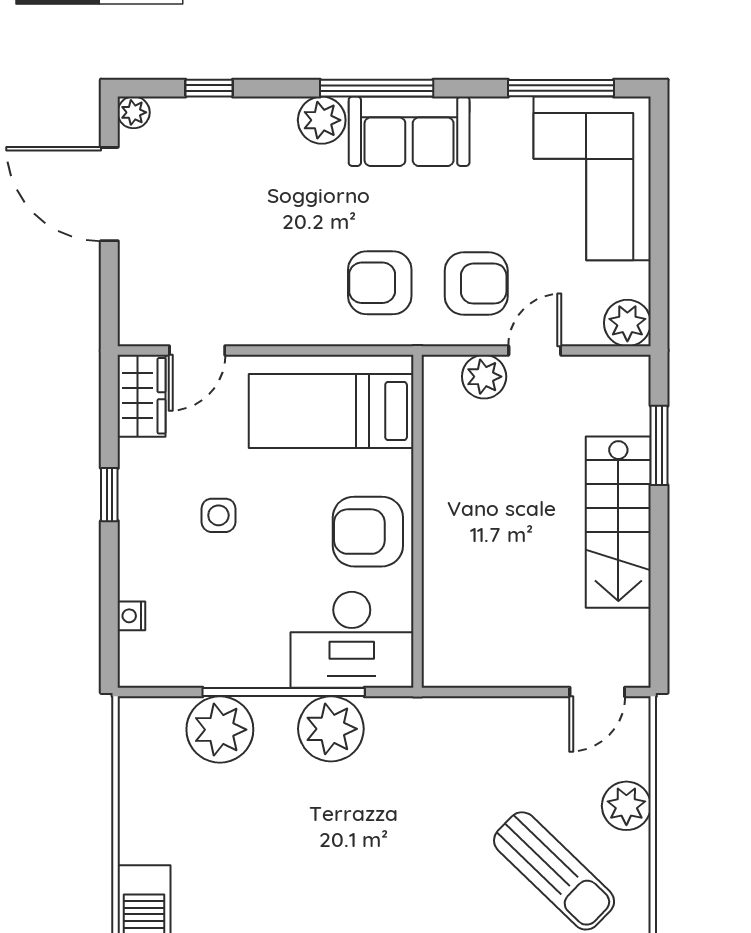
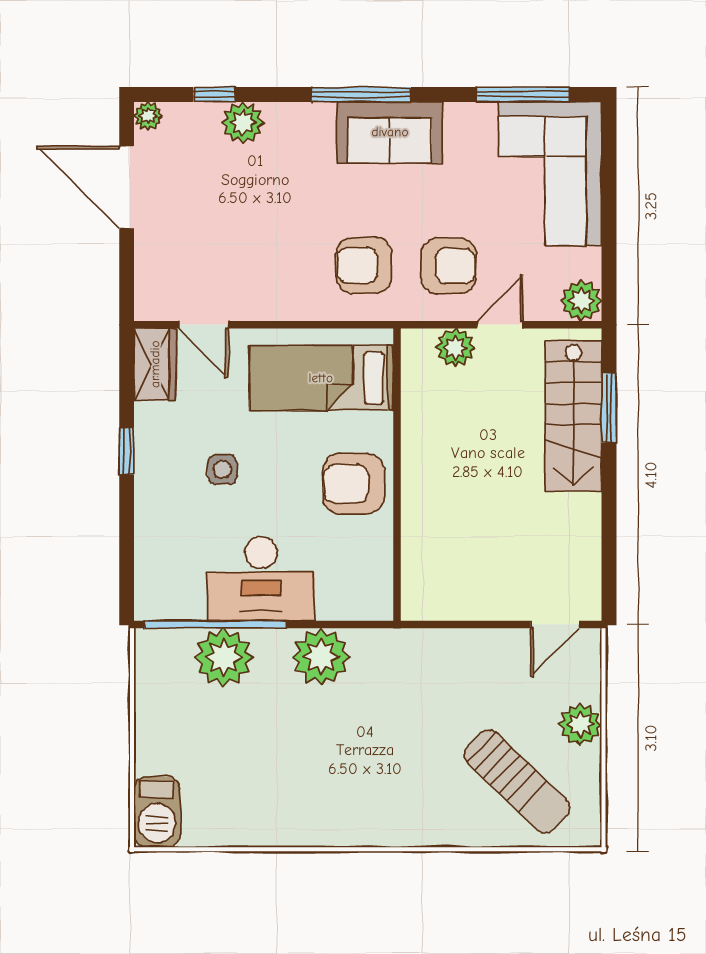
plant: (322, 120) -> (243, 123), moved
door: (197, 350) -> (204, 325), hinge flipped
stairs: (618, 522) -> (573, 416), moved
nightstand: (131, 616) -> (146, 558), removed
desk: (352, 640) -> (261, 579), moved
window: (284, 692) -> (215, 624), moved

